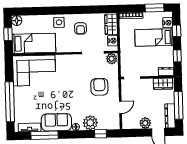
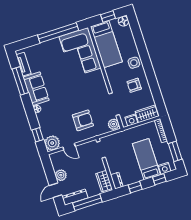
window: (10, 102) -> (58, 33), moved
plant: (90, 123) -> (52, 143), moved

